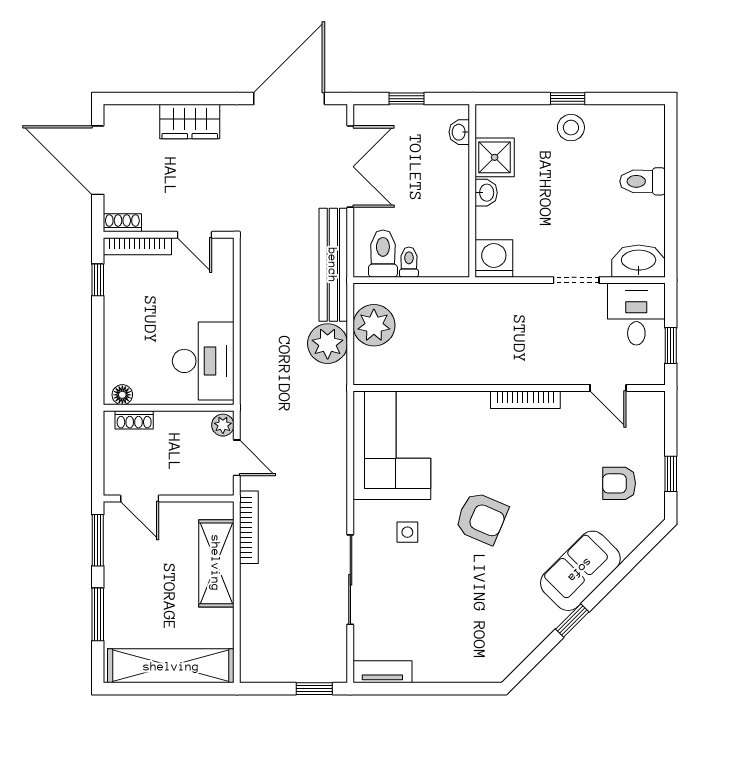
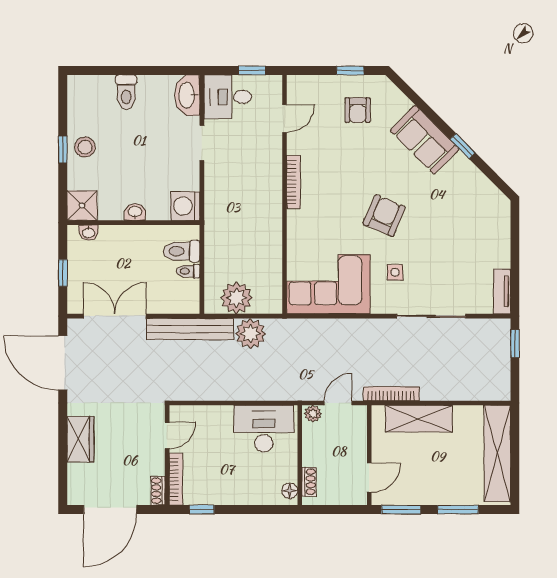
shower: (495, 157) -> (82, 206), moved
toilet: (383, 254) -> (182, 251), moved

